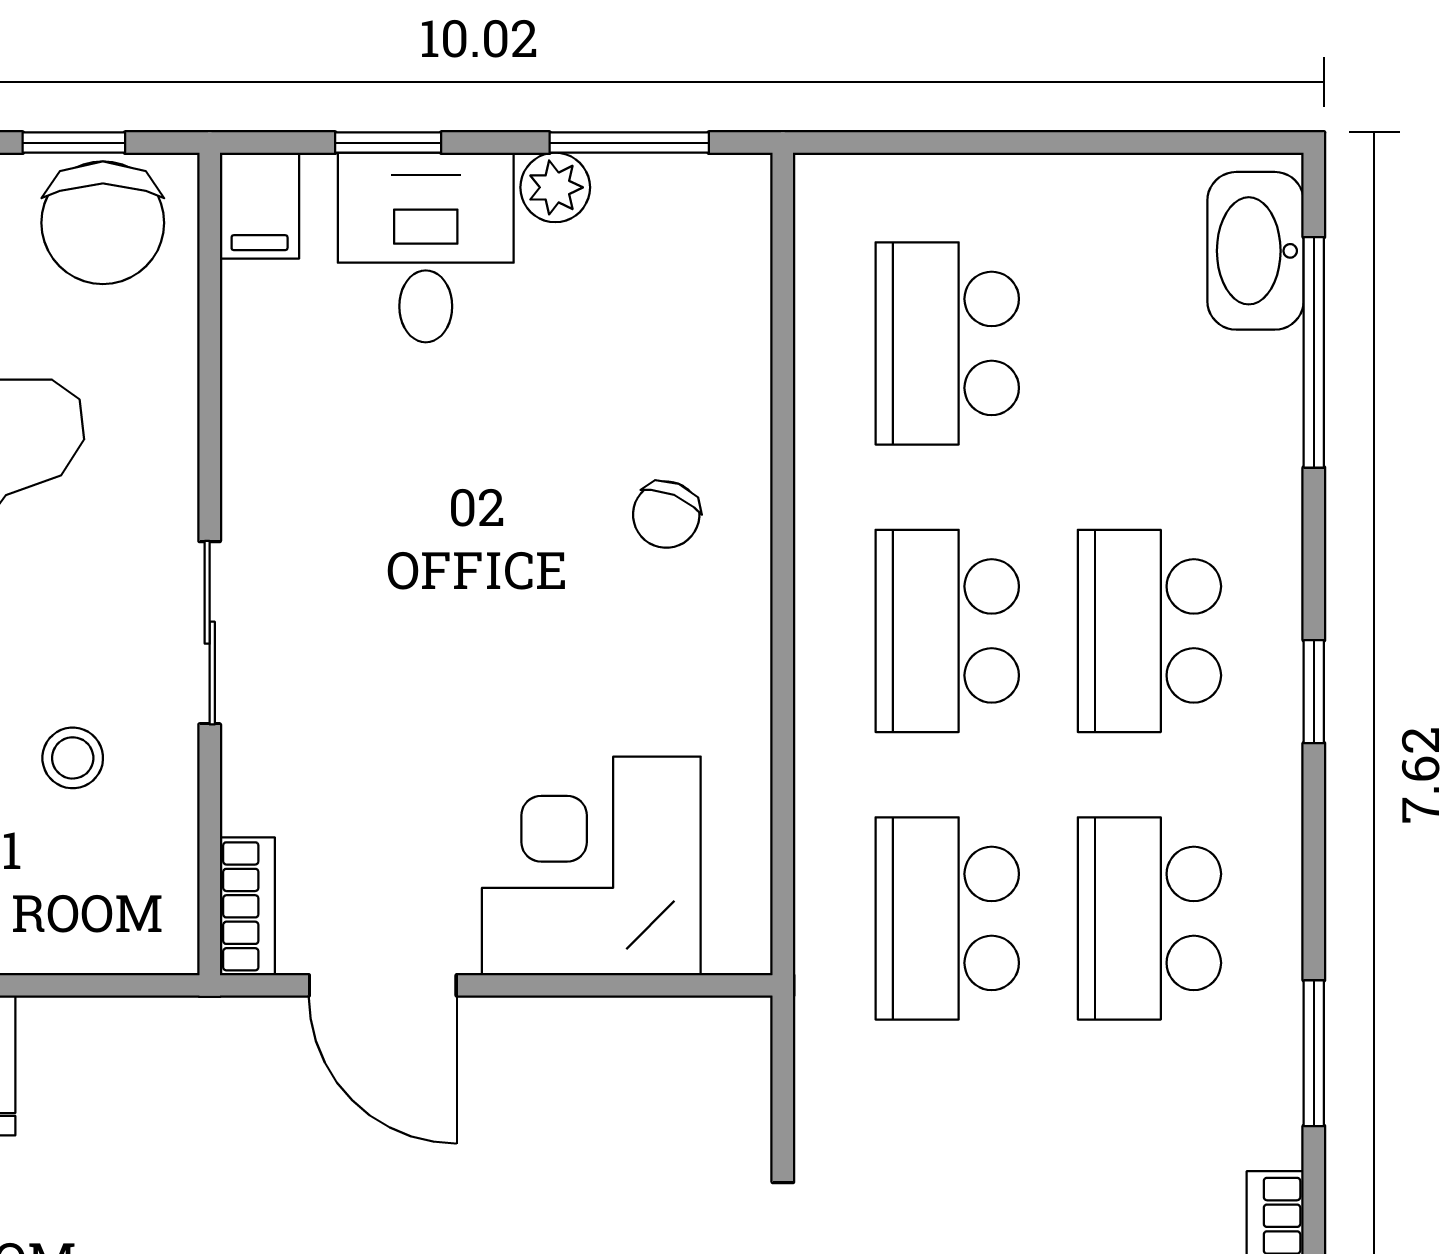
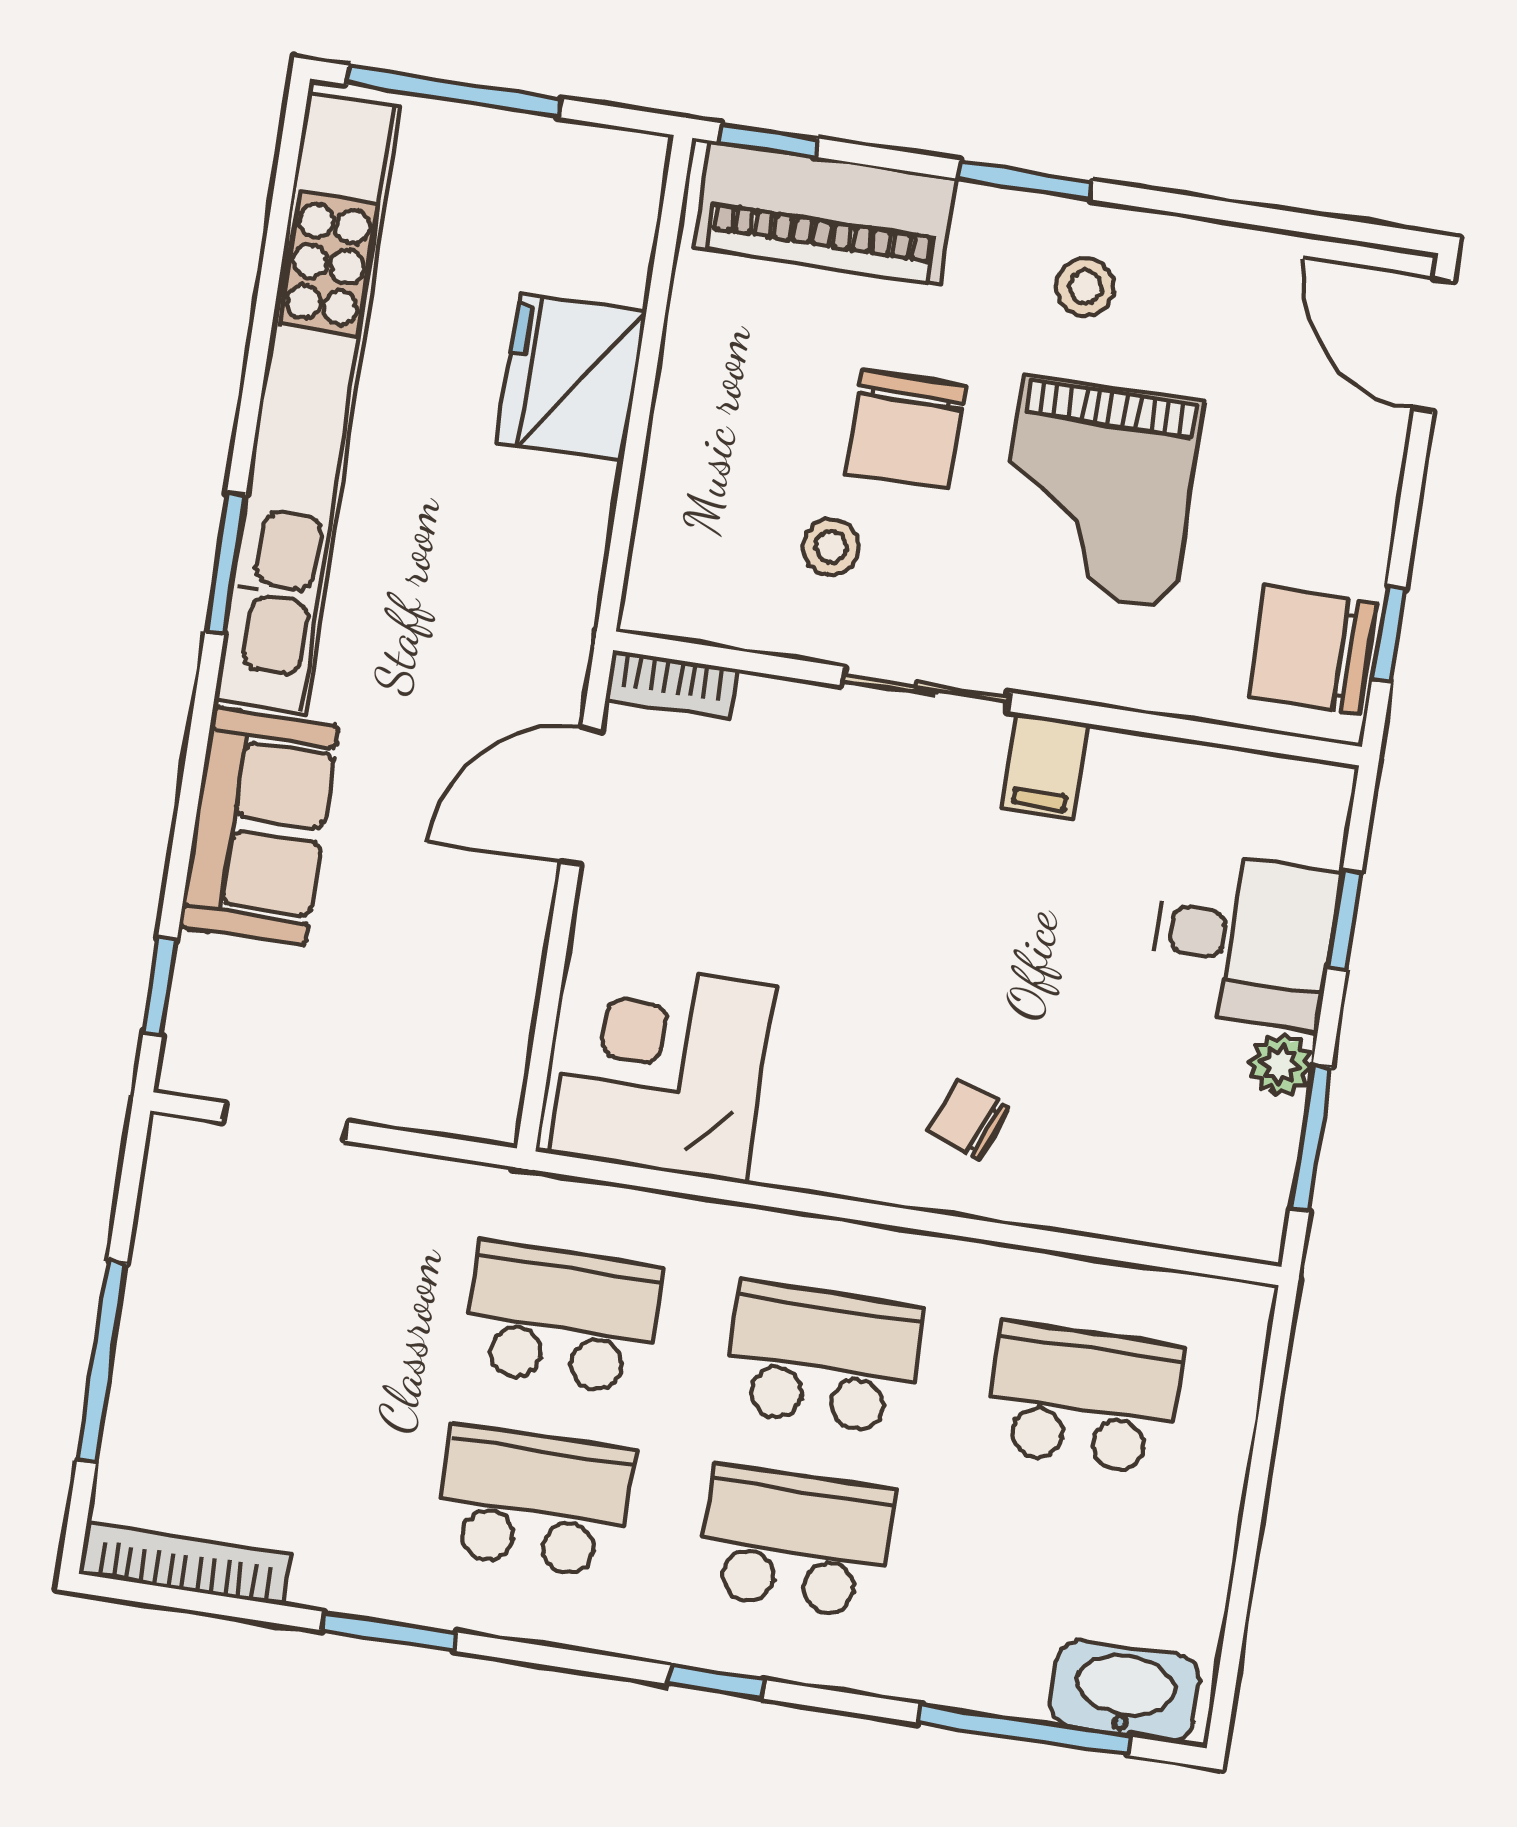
filing cabinet: (260, 206) -> (1045, 766), moved, turned -90
corner desk: (591, 866) -> (662, 1070), moved, turned -90

